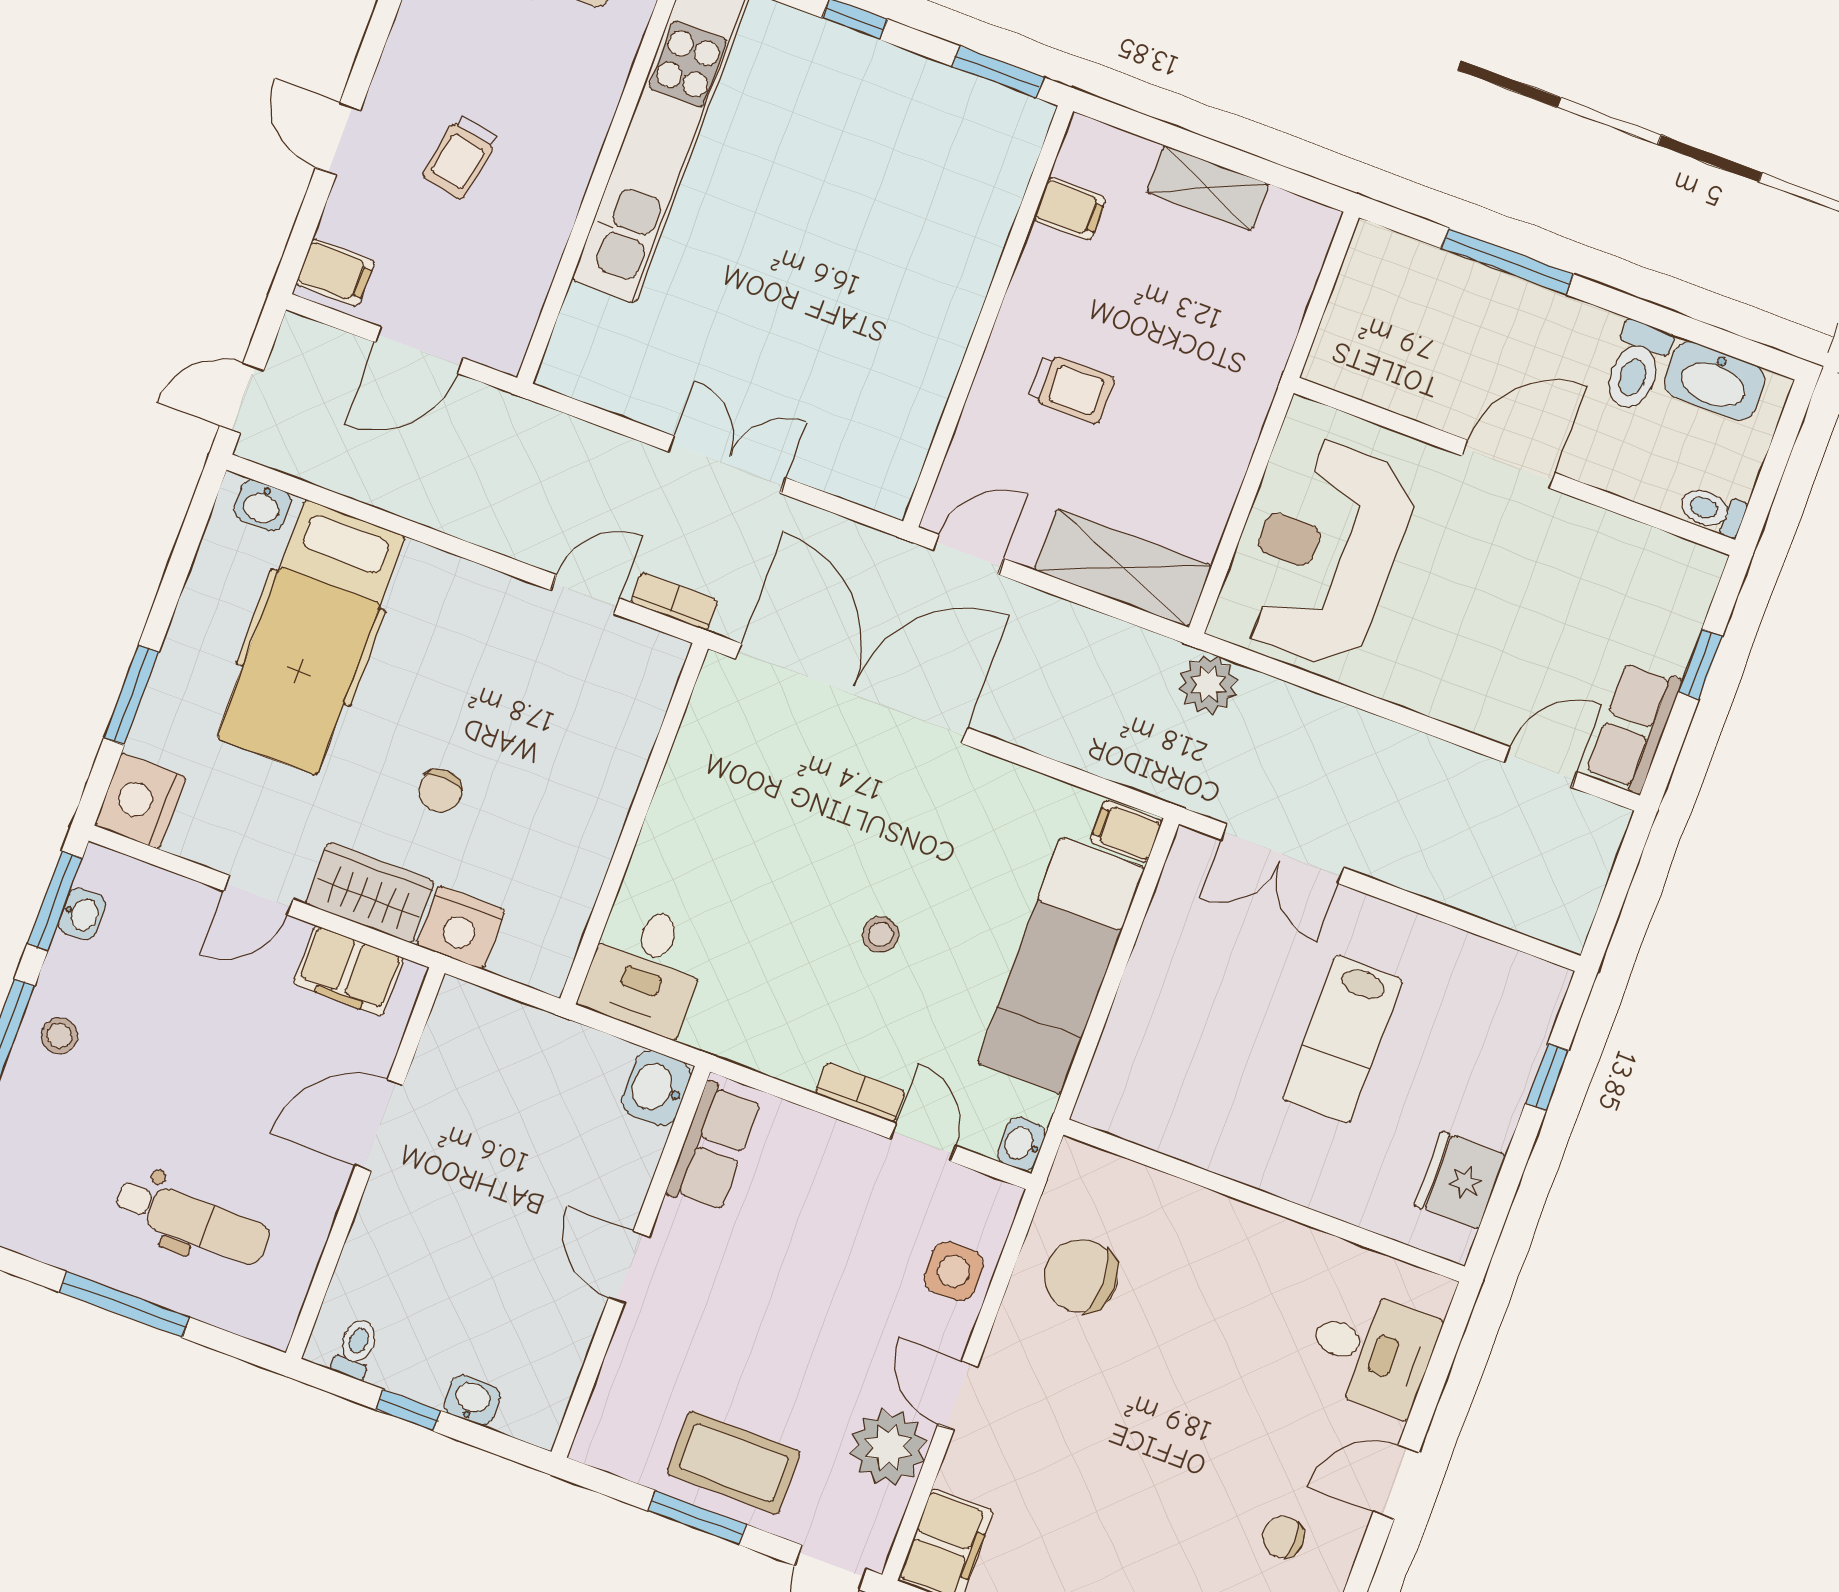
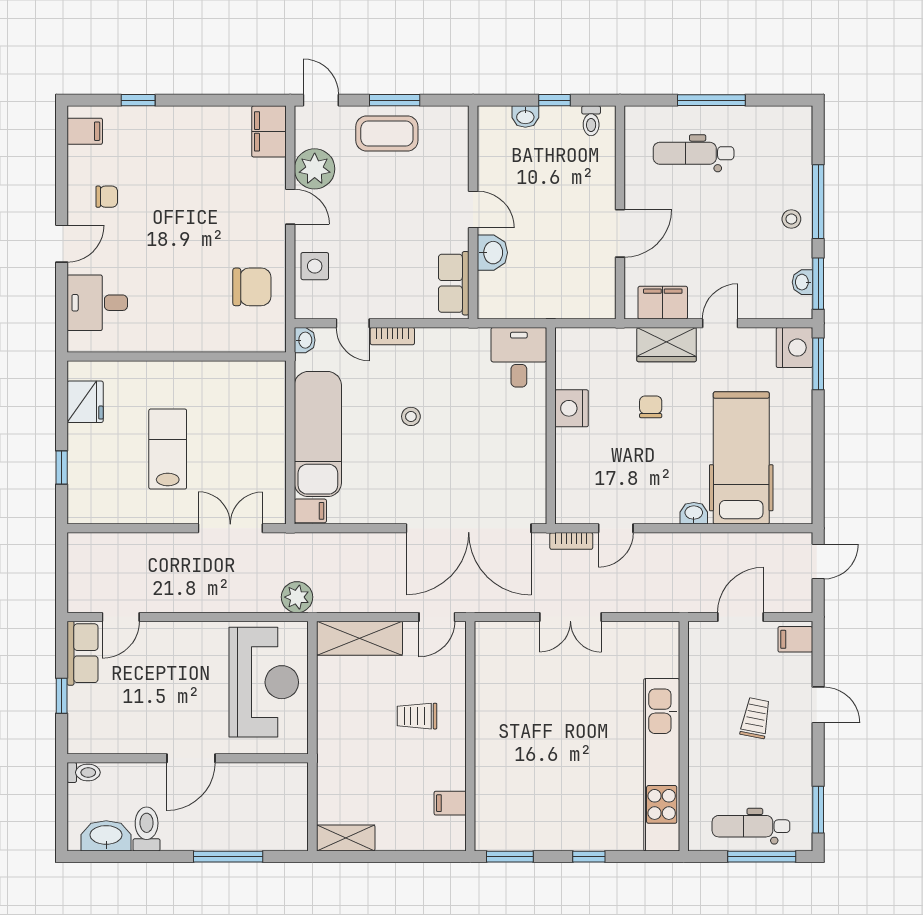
shelving: (1208, 188) -> (346, 838), moved
washbasin: (262, 505) -> (694, 513), moved
window: (131, 695) -> (818, 364), moved
nightstand: (461, 927) -> (572, 408), moved, turned -90
washbasin: (656, 1088) -> (492, 253), moved

